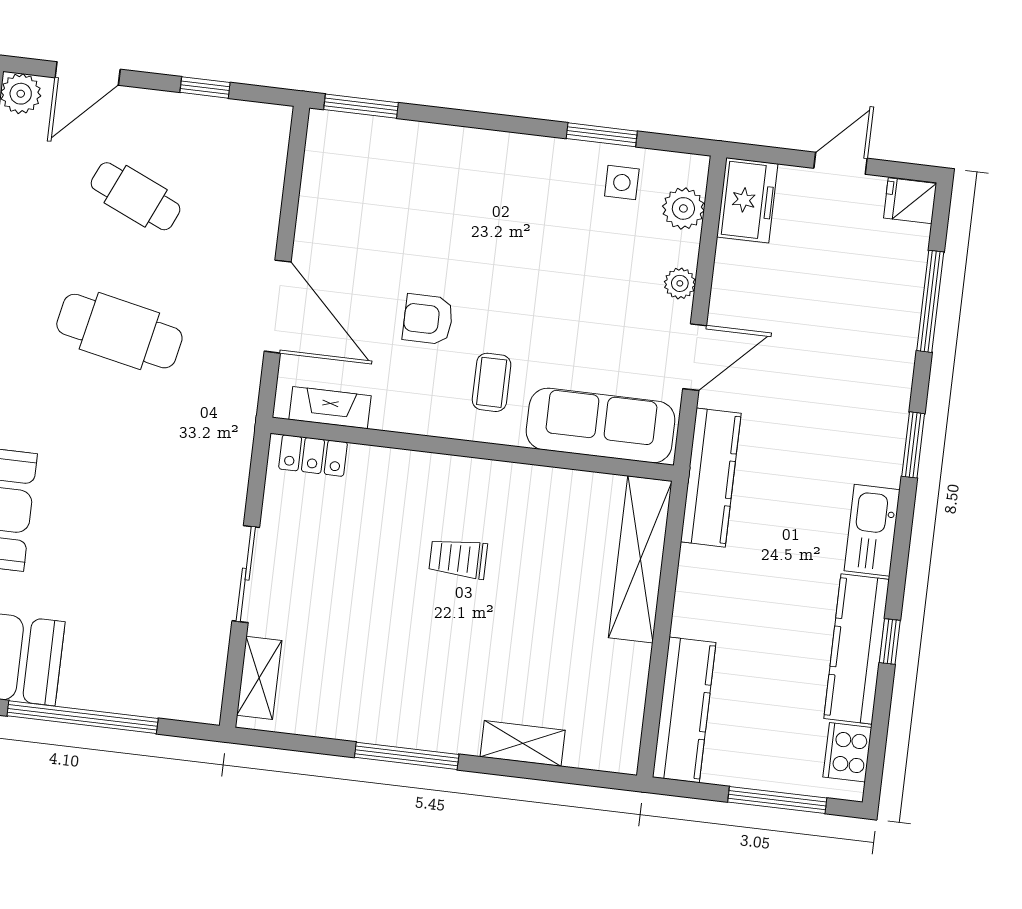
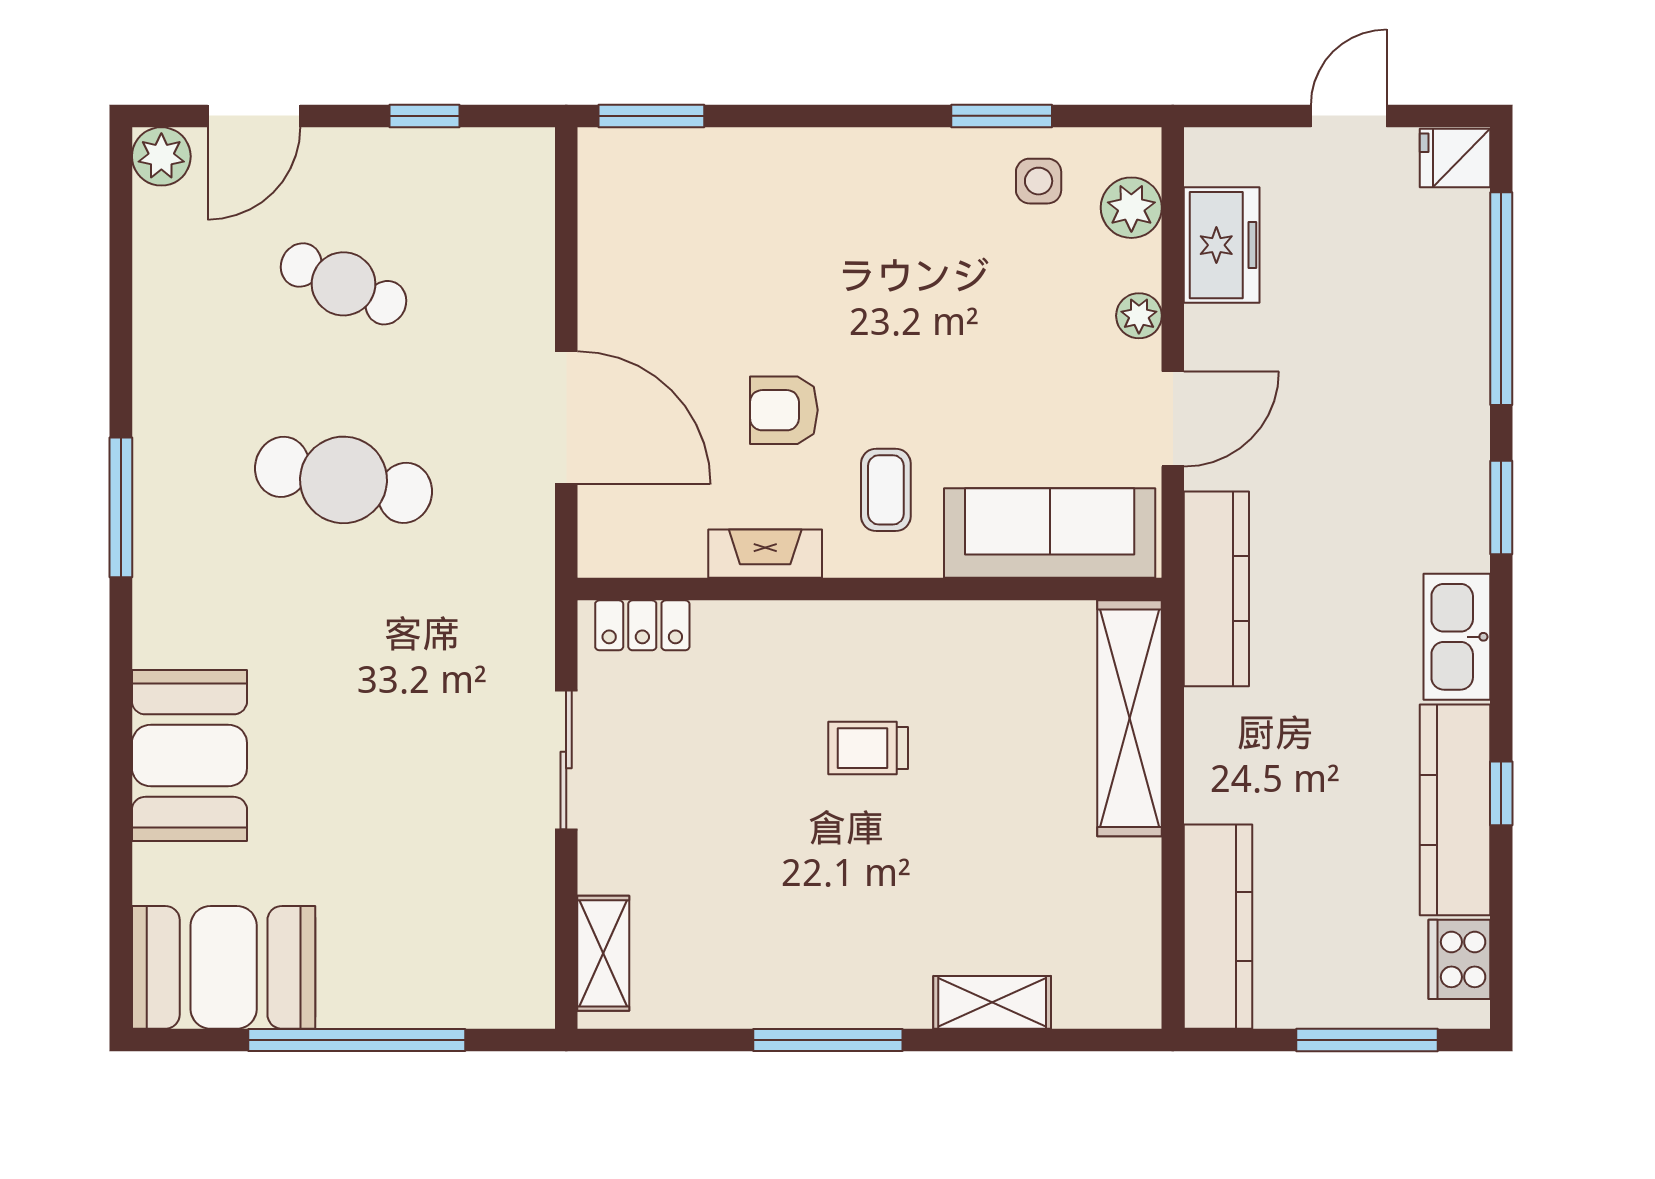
freezer: (747, 200) -> (1222, 245), moved
window: (930, 301) -> (1501, 299), width x1.46
fireplace: (330, 408) -> (765, 554), moved
sliding door: (246, 574) -> (566, 760), moved

